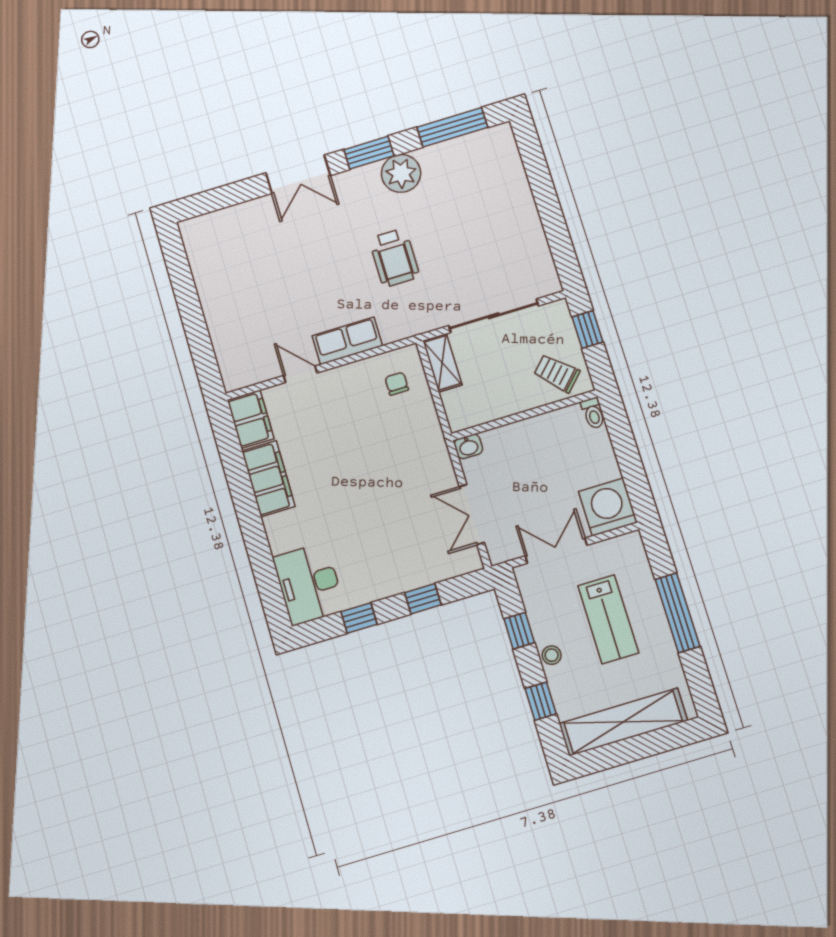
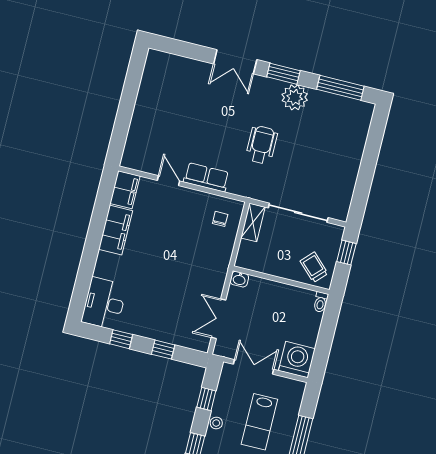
wheelchair: (394, 258) -> (262, 145), turned 180

